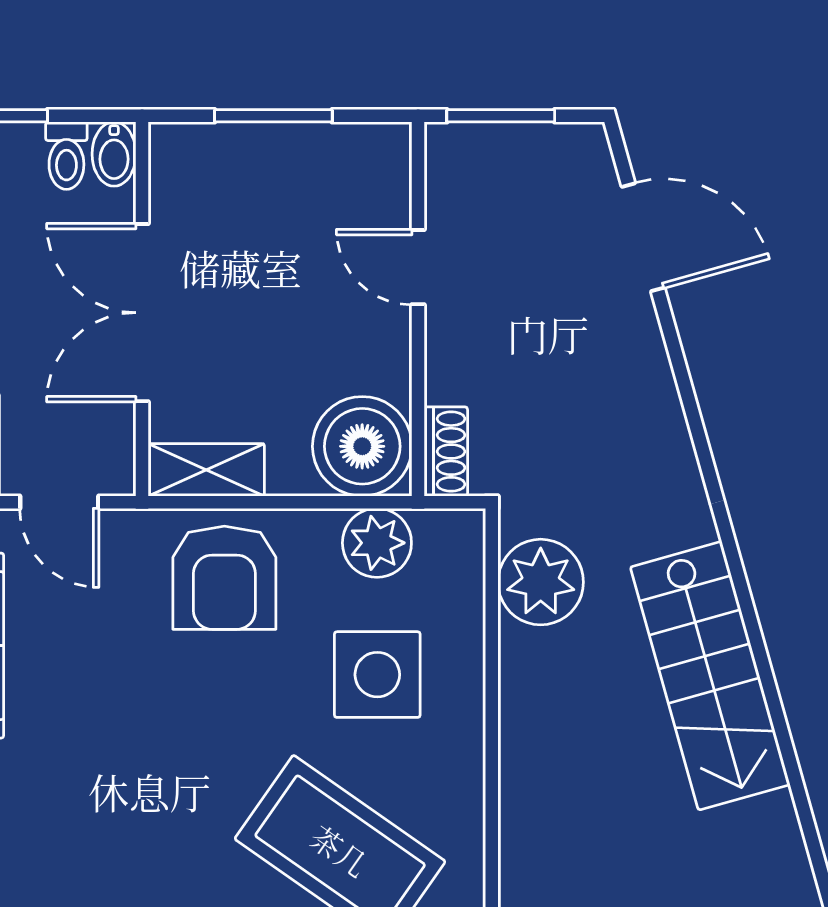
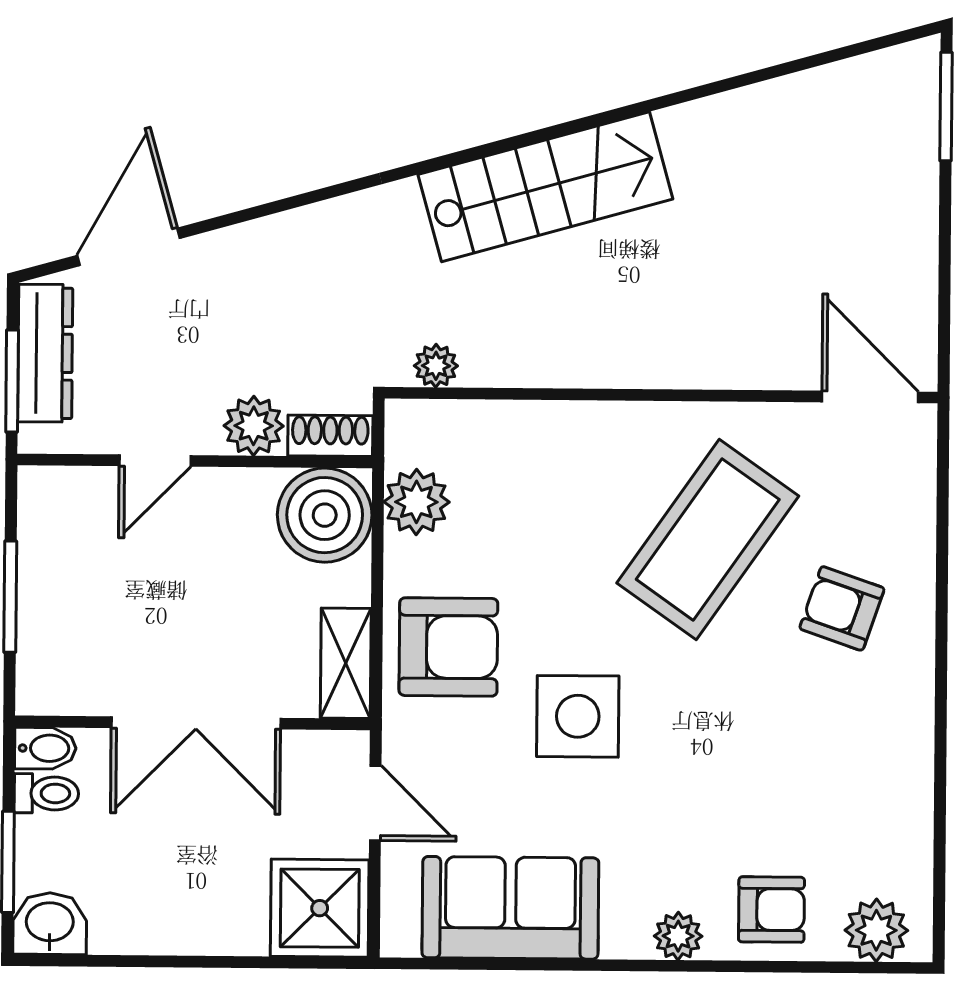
dresser: (530, 150) -> (45, 353), added
plant: (456, 371) -> (254, 426), added
door: (59, 502) -> (375, 803), hinge flipped
plant: (541, 582) -> (436, 366), width x0.53, depth x0.53
side table: (377, 675) -> (578, 716), moved

